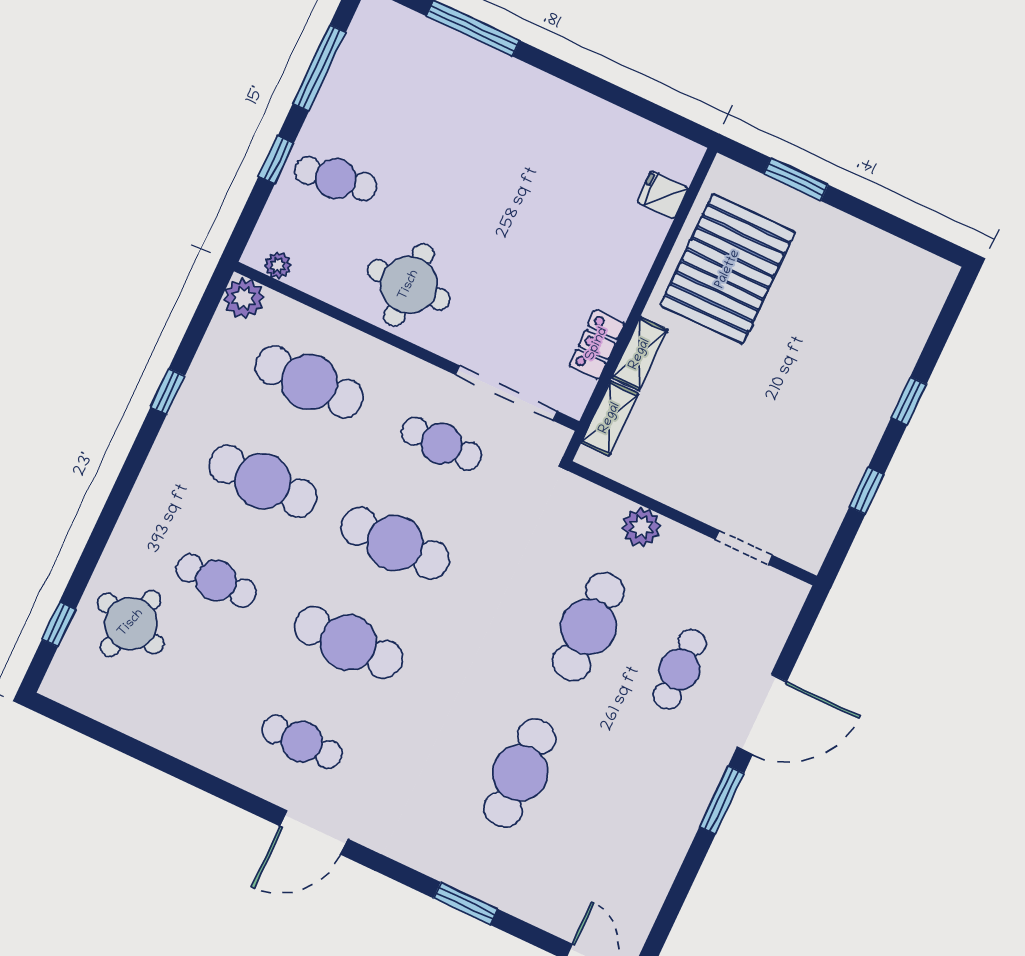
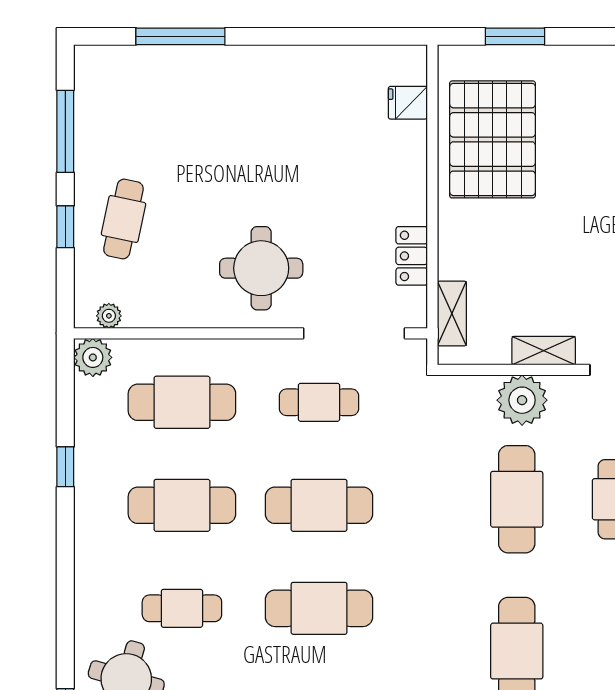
cafe table: (336, 179) -> (123, 219), turned -69
round table: (409, 285) -> (261, 268), moved
shelving: (640, 354) -> (544, 351), moved, turned 90
plant: (641, 527) -> (522, 400), width x1.36, depth x1.36

